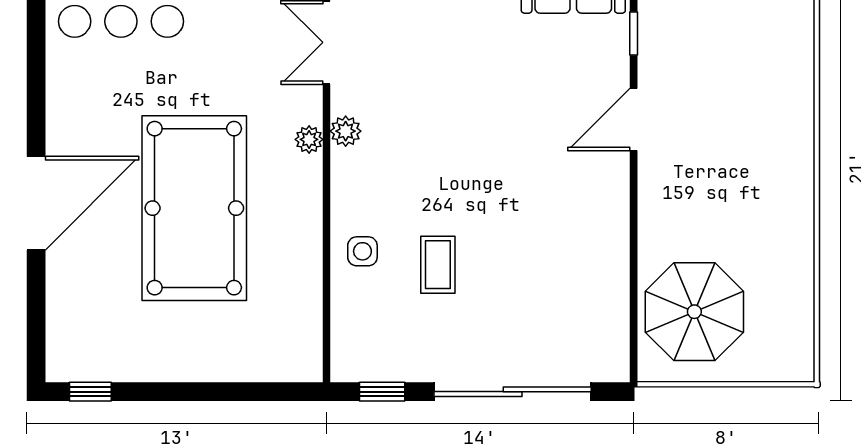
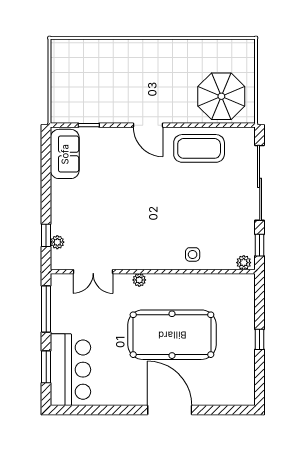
door: (634, 119) -> (148, 125), moved
plant: (346, 131) -> (244, 263), moved
coffee table: (438, 265) -> (199, 148), moved, width x1.86, depth x1.72
window: (90, 392) -> (260, 339), moved

